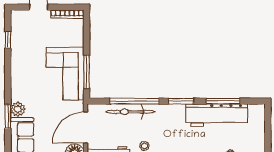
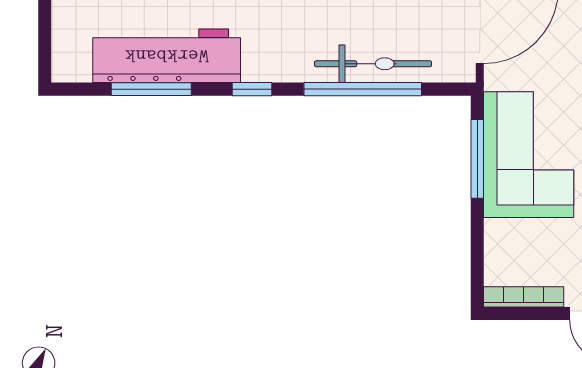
window: (181, 101) -> (252, 89), width x0.67

